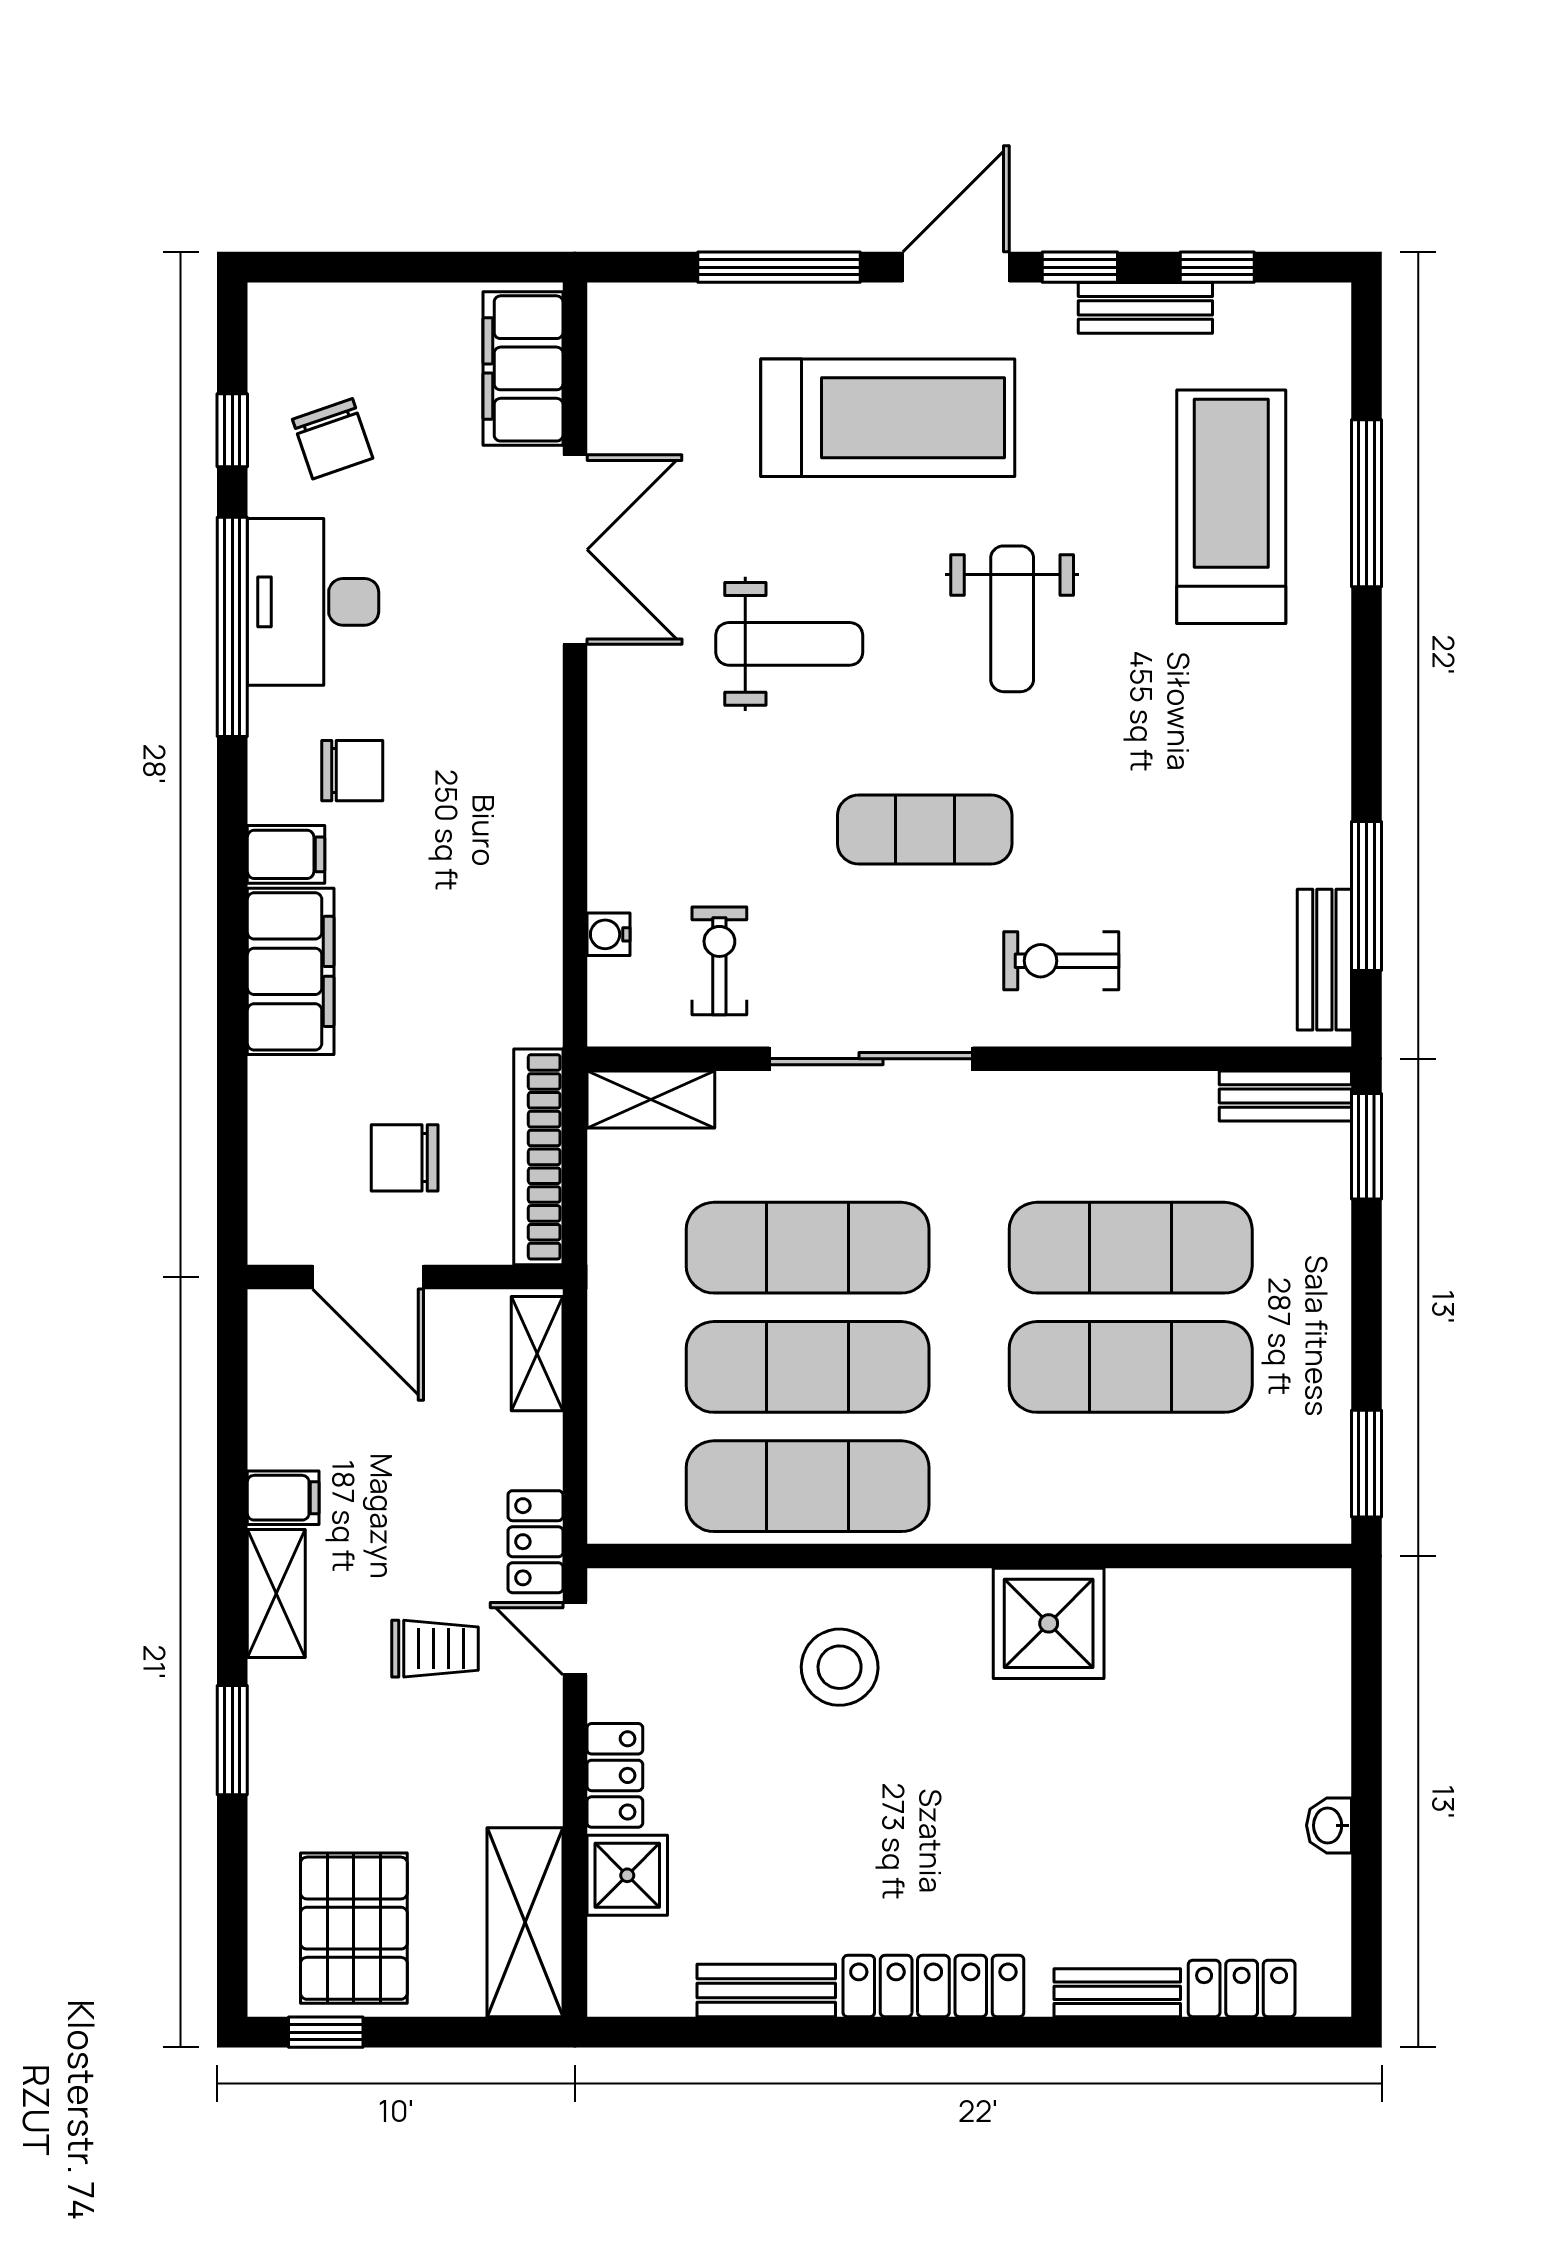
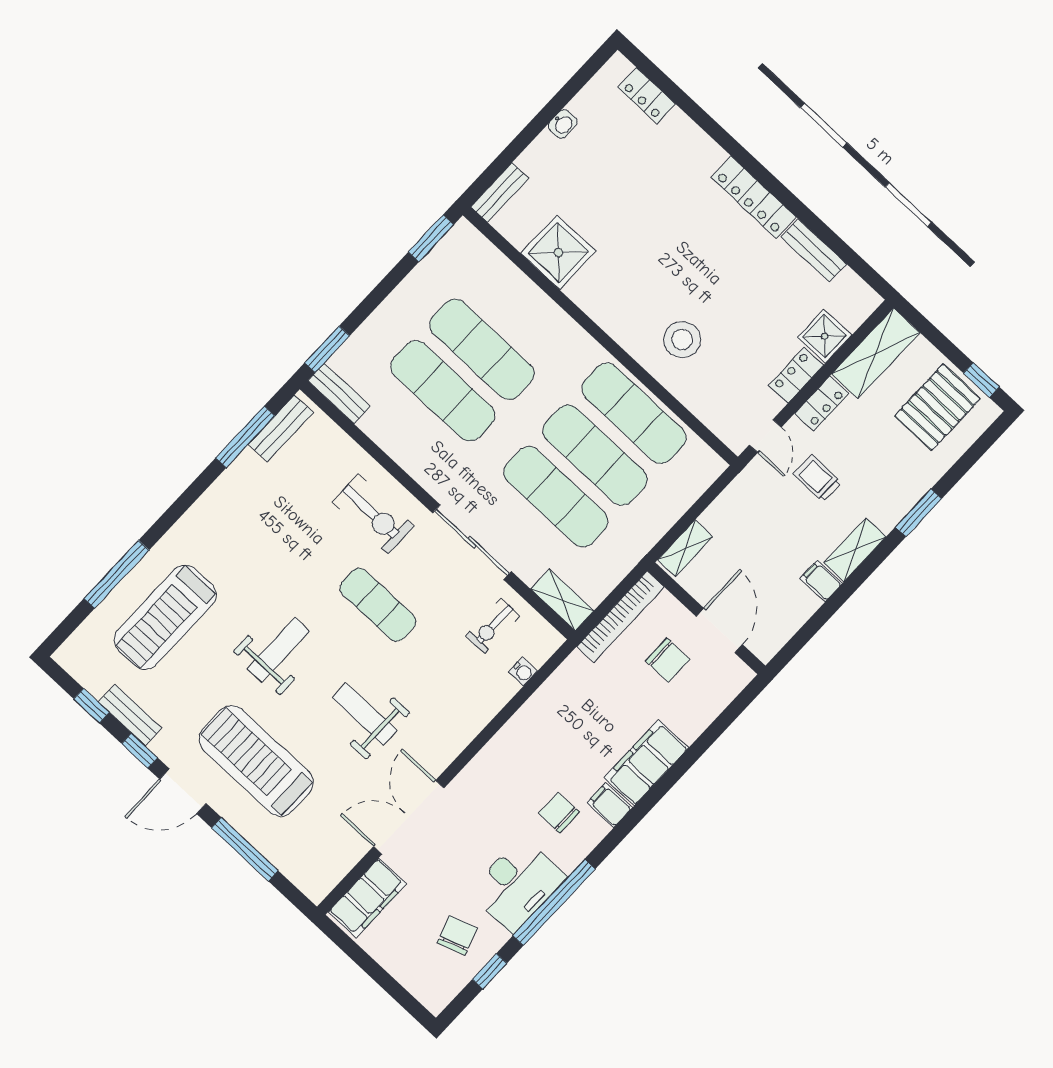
exercise bike: (1061, 961) -> (373, 514), width x1.38, depth x1.39
locker: (535, 1542) -> (822, 404), moved
shower: (1049, 1623) -> (558, 252), moved
bench: (1117, 1993) -> (500, 192), moved, turned 90

